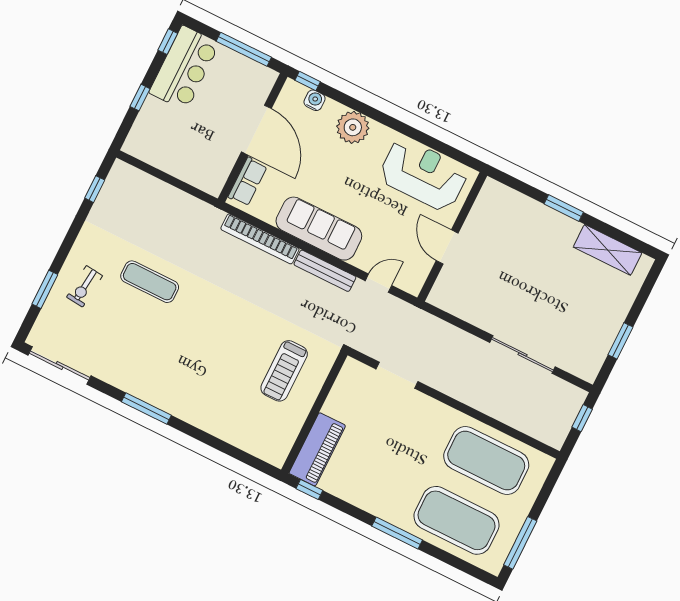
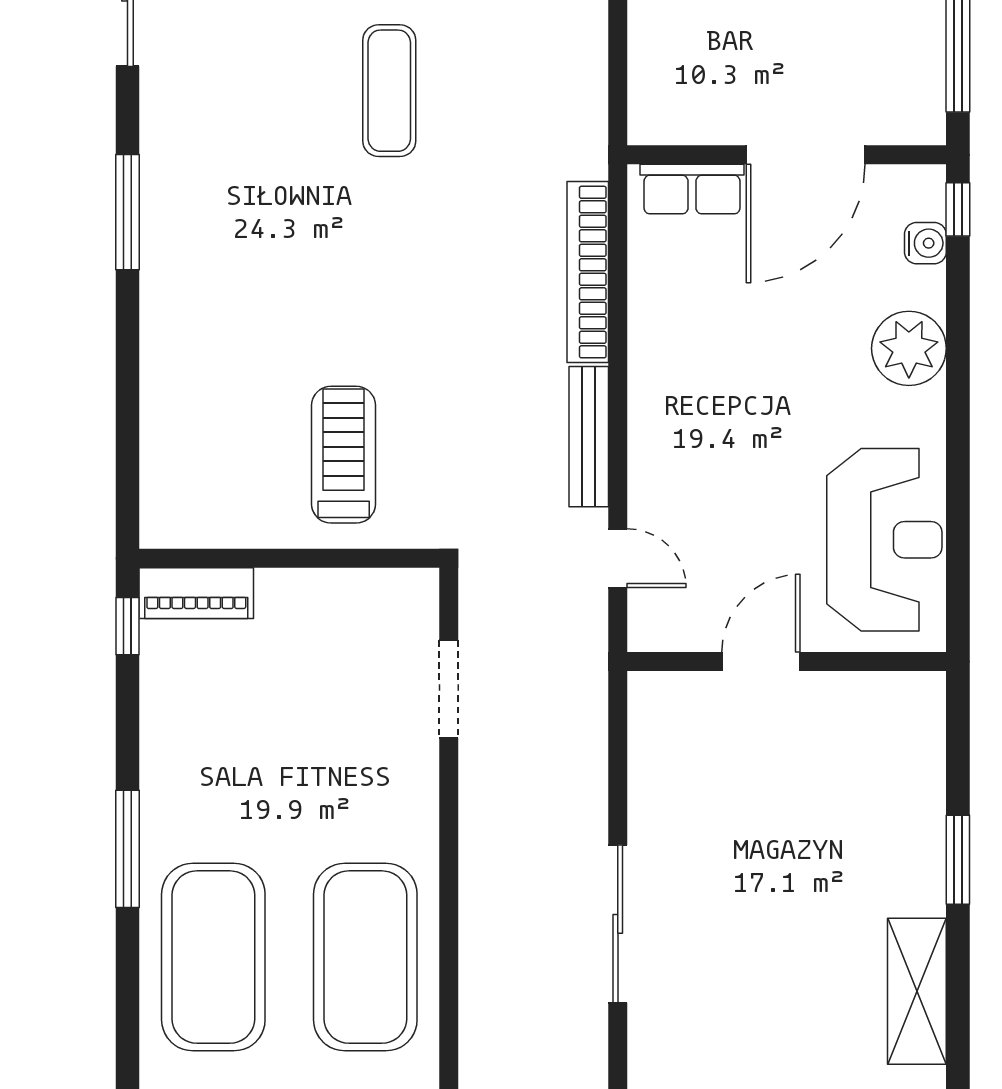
sofa: (319, 229) -> (668, 382), removed
treadmill: (284, 371) -> (344, 455), turned 90
piano: (317, 449) -> (196, 593), width x0.73, depth x0.75

